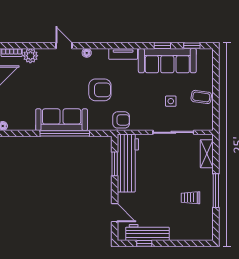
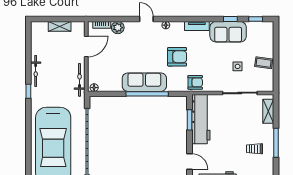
sofa: (167, 61) -> (228, 32), width x0.73

